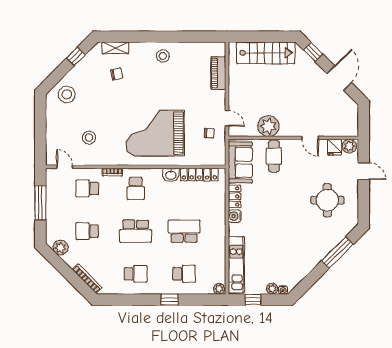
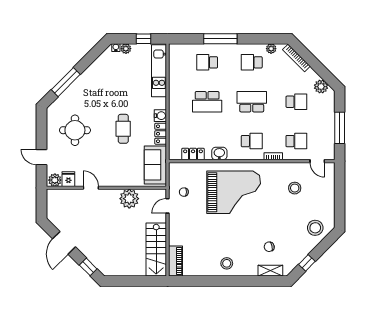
stairs: (266, 53) -> (156, 249), moved, turned -90
piano: (218, 73) -> (175, 261), moved
door: (227, 118) -> (168, 206), hinge flipped
cafe table: (274, 156) -> (123, 129), moved
locker: (199, 175) -> (193, 154), width x0.66
school desk: (136, 189) -> (252, 141), turned 90
plant: (219, 289) -> (271, 49), moved
window: (170, 300) -> (220, 39), width x2.17

